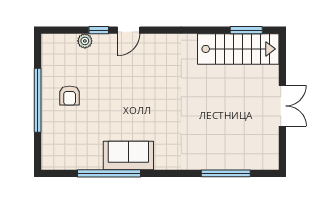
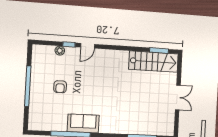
armchair: (70, 96) -> (60, 87), moved

